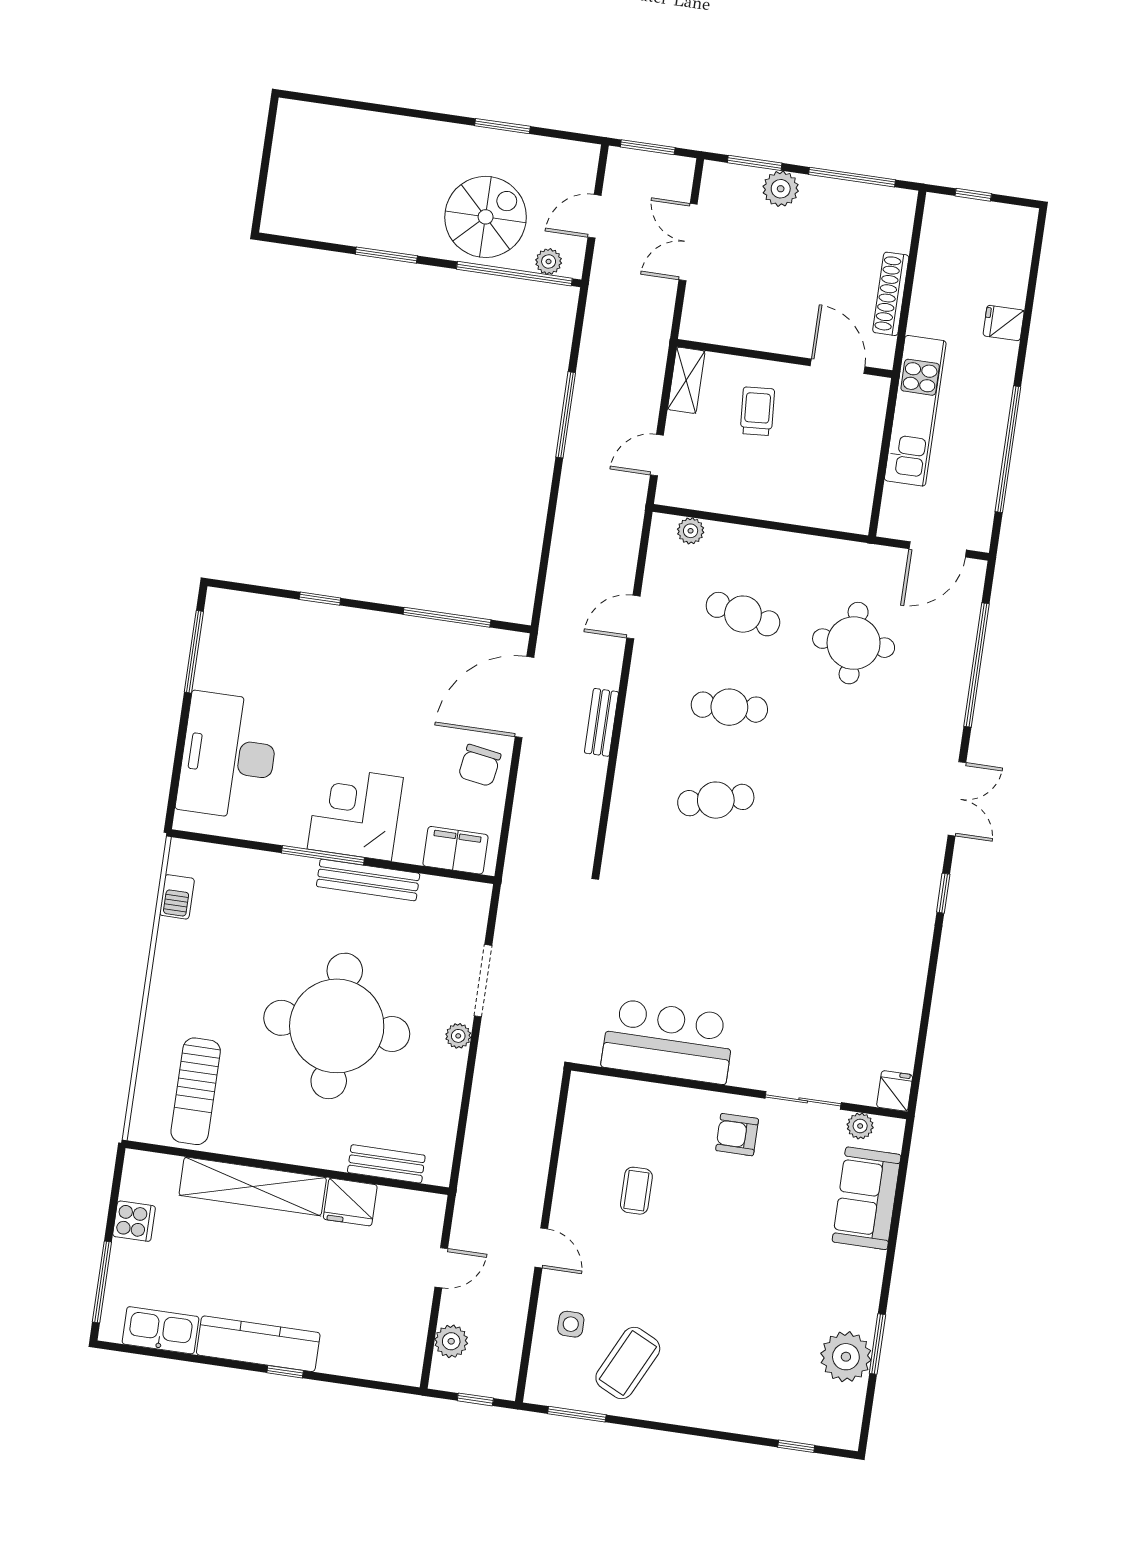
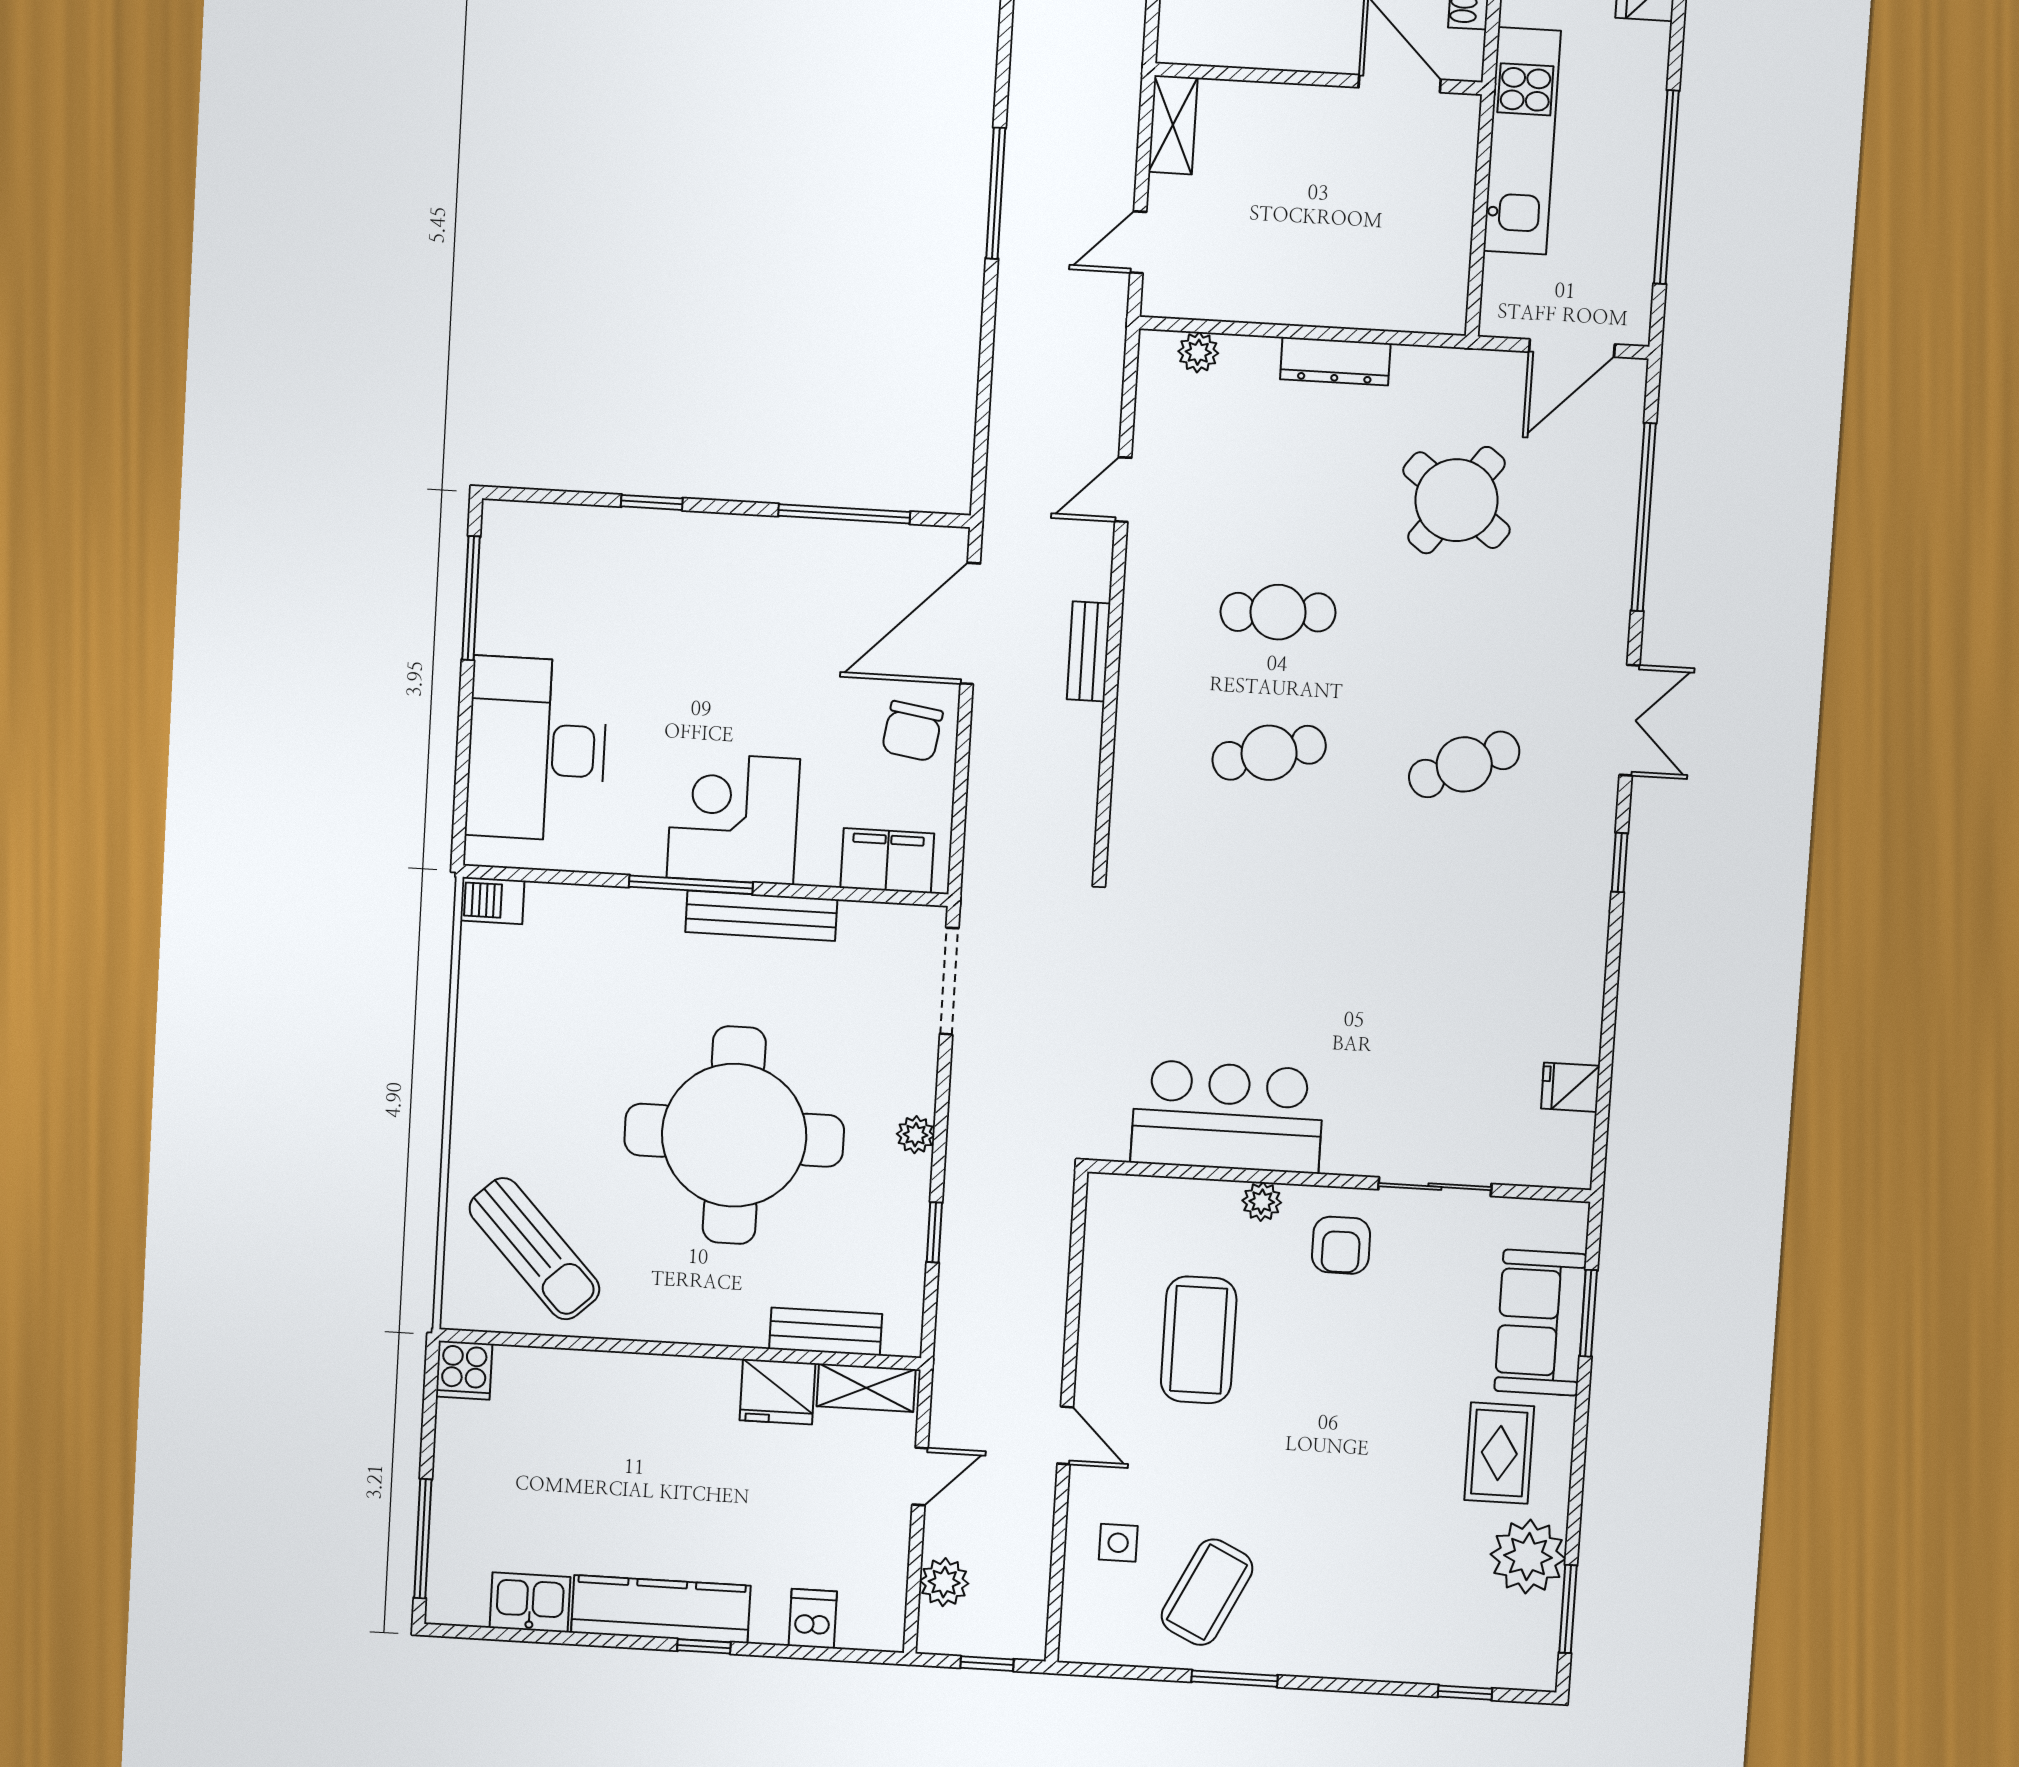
trolley: (757, 411) -> (1284, 162), removed
dresser: (781, 545) -> (1335, 361), added
cafe table: (743, 614) -> (1464, 764), moved, turned -36
round table: (854, 643) -> (1456, 500), turned 37
barbecue: (177, 897) -> (492, 901), moved, turned 90
doorway: (483, 981) -> (949, 981), moved
sun lounger: (196, 1091) -> (534, 1249), turned -43
fridge: (895, 1091) -> (1570, 1087), moved, turned -90
window: (465, 1103) -> (934, 1232), added
plant: (860, 1126) -> (1262, 1202), moved
armchair: (737, 1135) -> (1341, 1245), turned -90
shelving: (253, 1186) -> (866, 1388), moved, width x0.45, depth x0.75
coffee table: (636, 1191) -> (1199, 1340), width x1.86, depth x1.72
window: (899, 1195) -> (1588, 1313), added
cooker: (134, 1221) -> (464, 1370), moved, turned 90
rug: (832, 1285) -> (1499, 1453), added
kitchen sink: (161, 1330) -> (530, 1602), width x0.73
window: (877, 1344) -> (1568, 1609), moved
dishwasher: (360, 1359) -> (813, 1619), added
window: (577, 1414) -> (1234, 1679), moved

